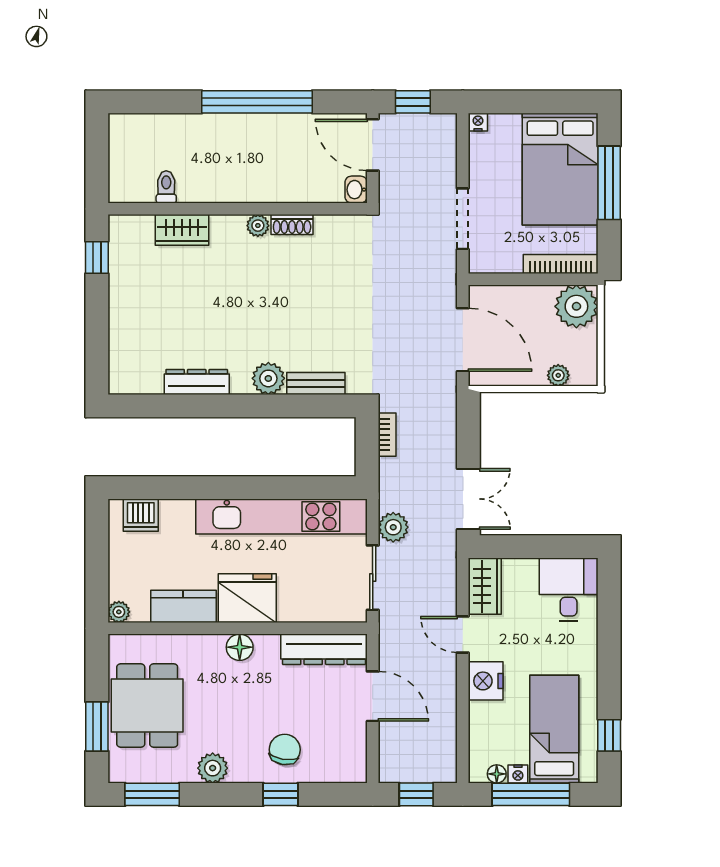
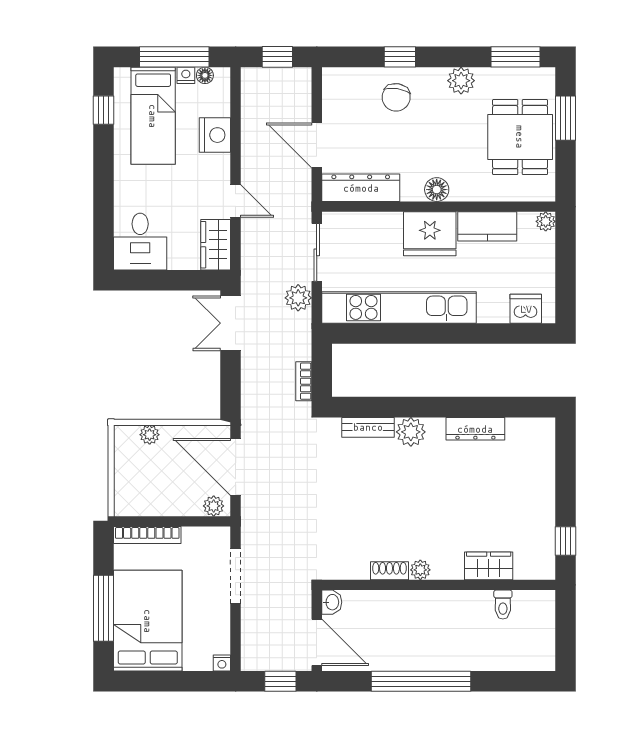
plant: (576, 306) -> (214, 506), moved, width x0.53, depth x0.53
nightstand: (486, 681) -> (215, 135), moved

